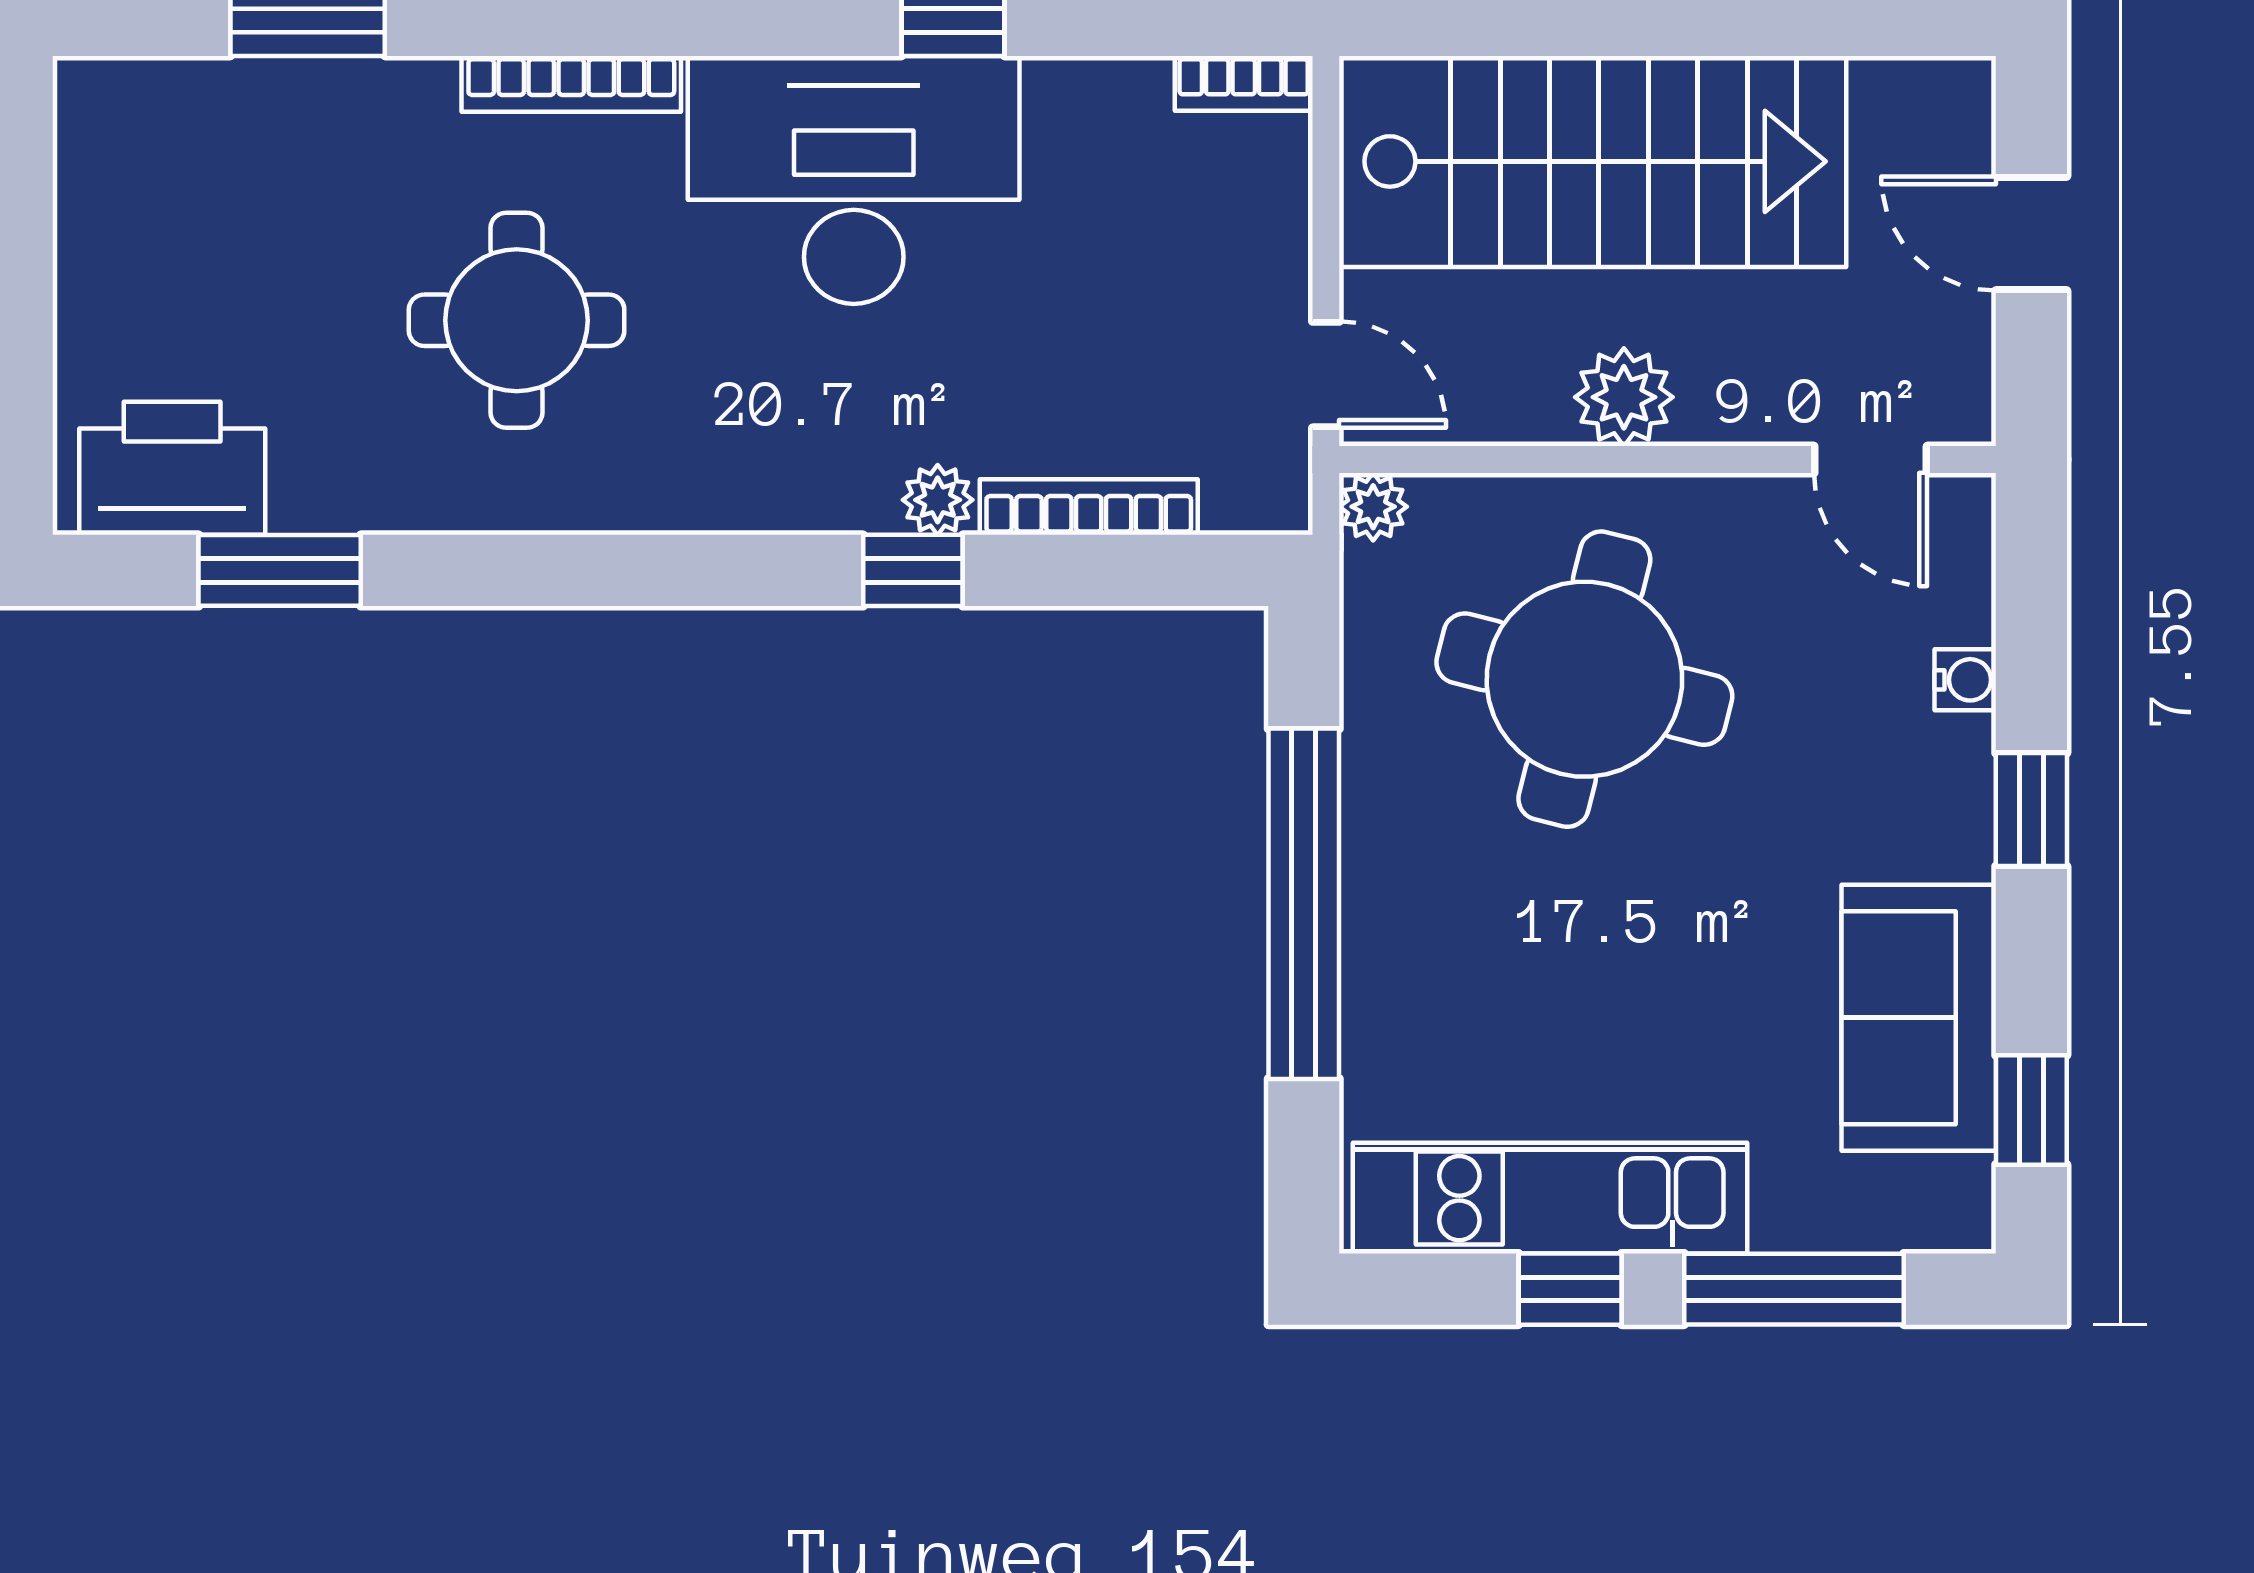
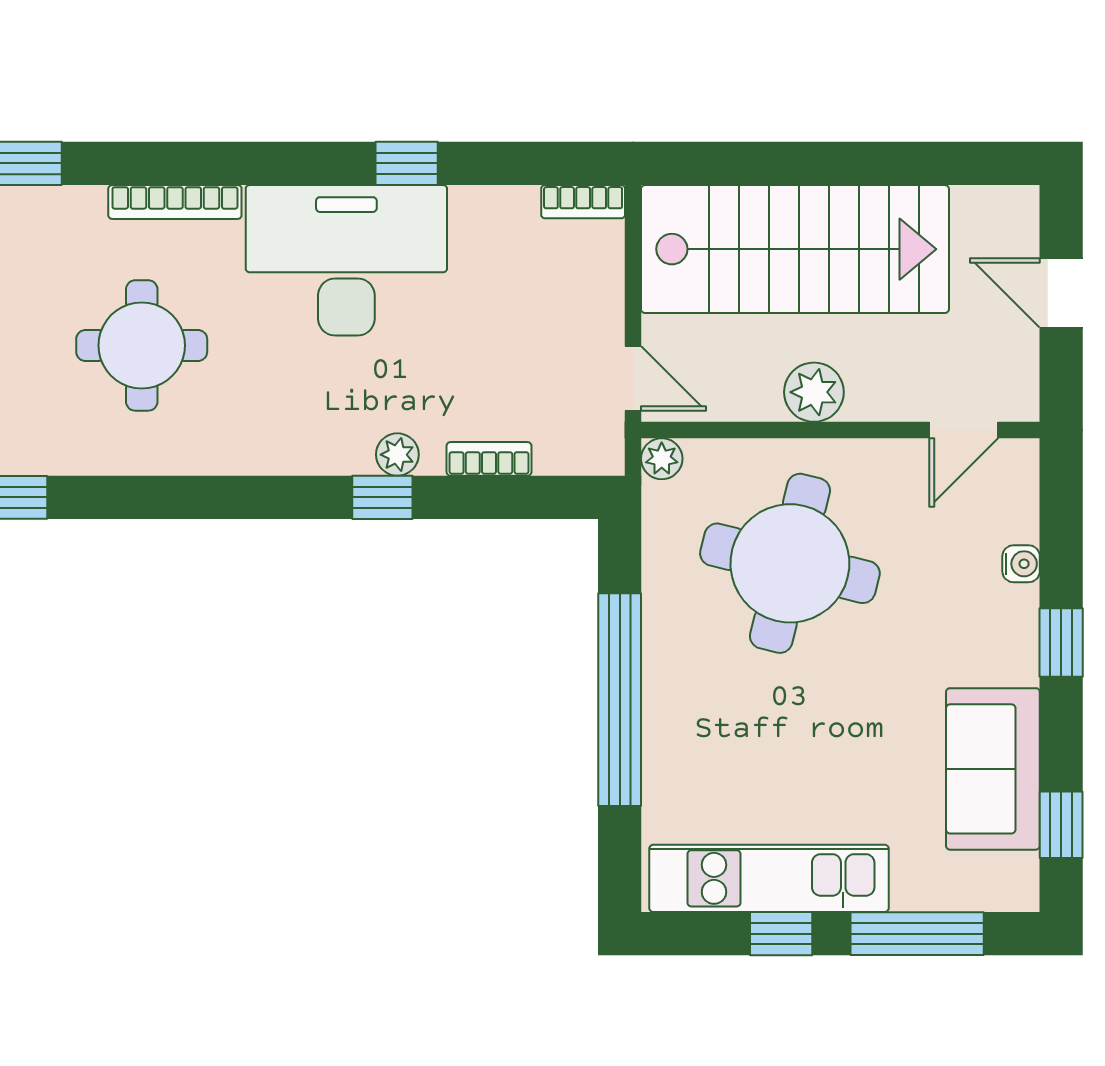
door: (1871, 460) -> (964, 430), hinge flipped
bookcase: (1089, 507) -> (489, 459), width x0.64

